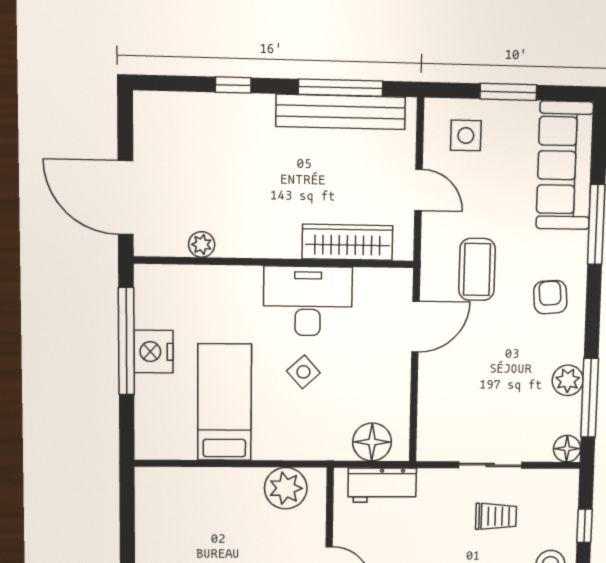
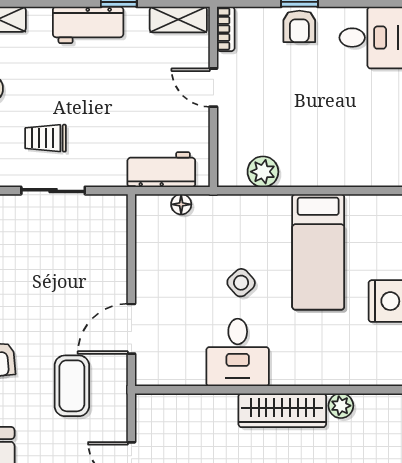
wardrobe: (347, 242) -> (282, 410), moved
desk: (308, 301) -> (238, 352), width x0.73
floor lamp: (372, 442) -> (181, 204), width x0.53, depth x0.53
plant: (286, 488) -> (263, 172), width x0.73, depth x0.73

